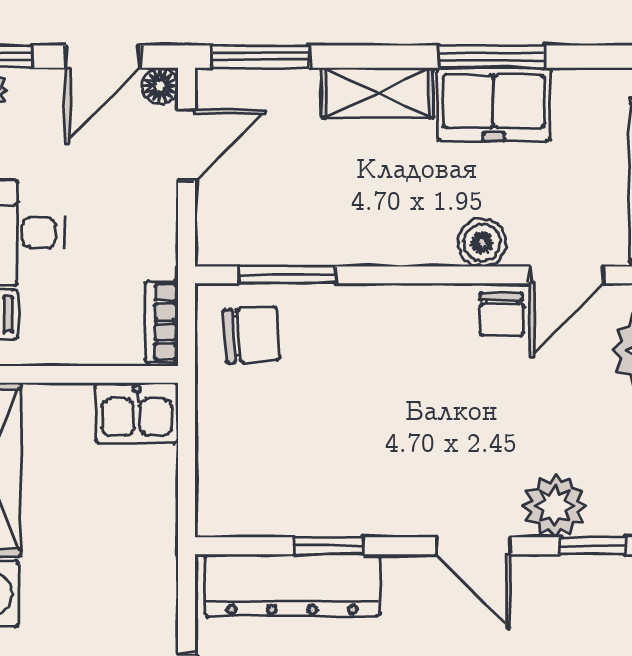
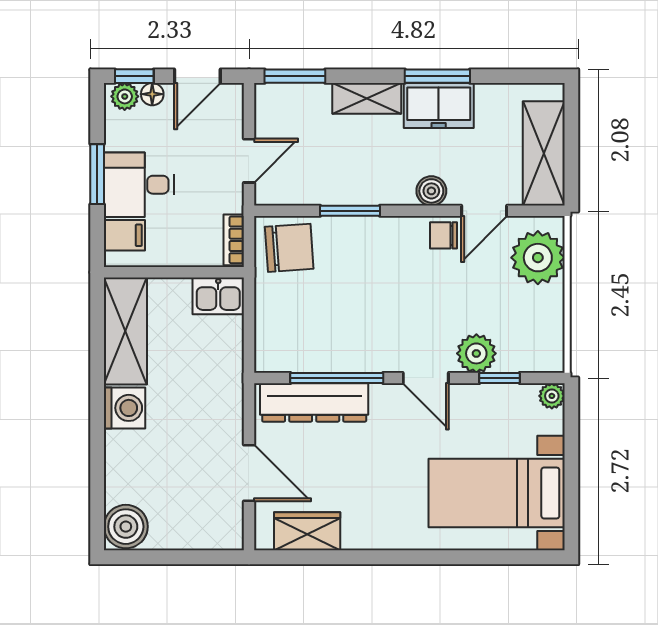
floor lamp: (160, 86) -> (152, 94), moved
door: (187, 145) -> (249, 161), moved
window: (288, 275) -> (350, 211), moved
chair: (502, 315) -> (443, 235), turned 90
chair: (252, 335) -> (289, 248), width x1.37, depth x1.37
window: (329, 546) -> (337, 378), width x2.17

